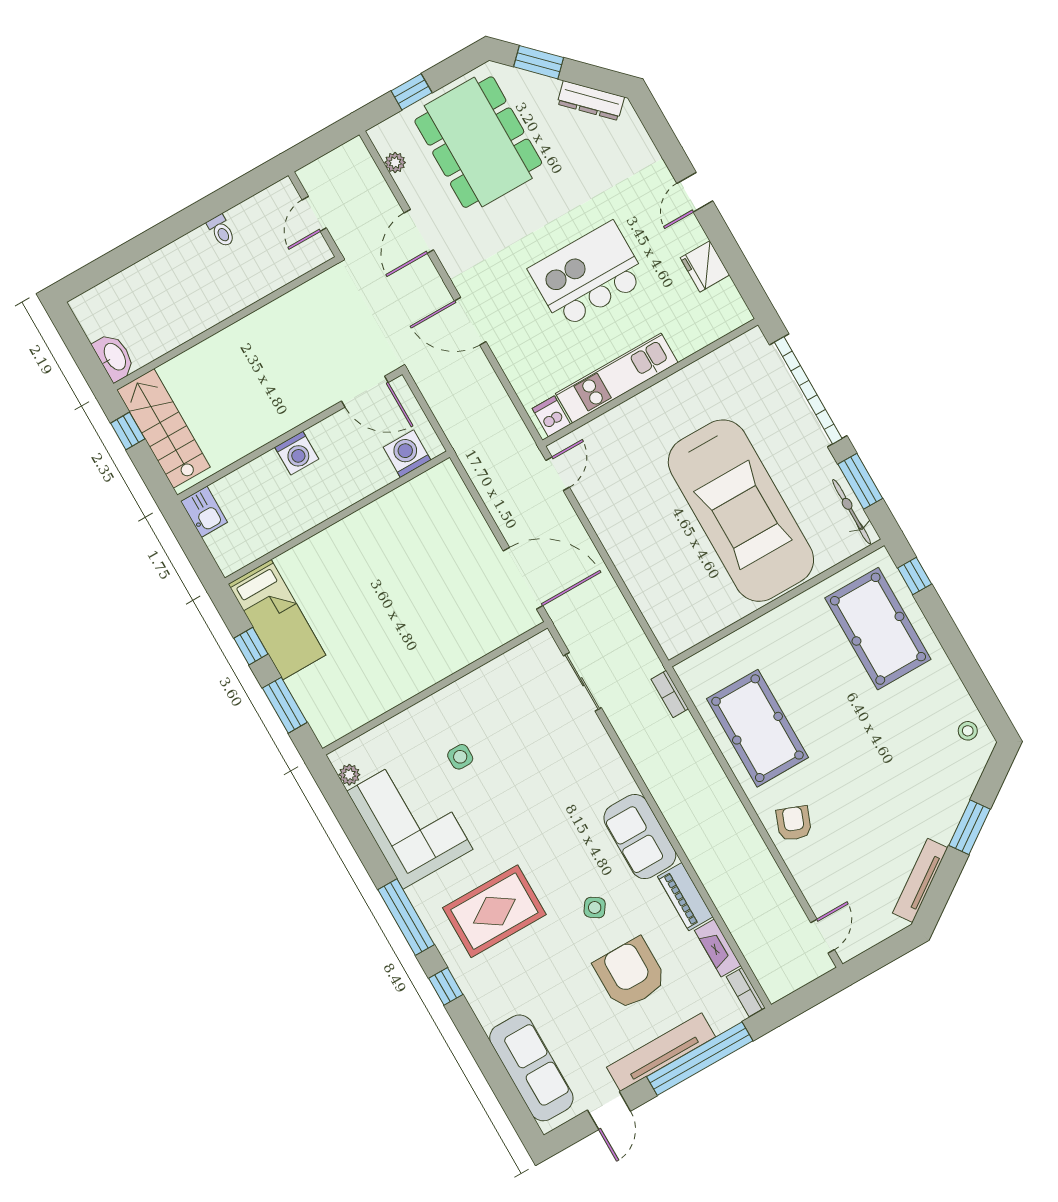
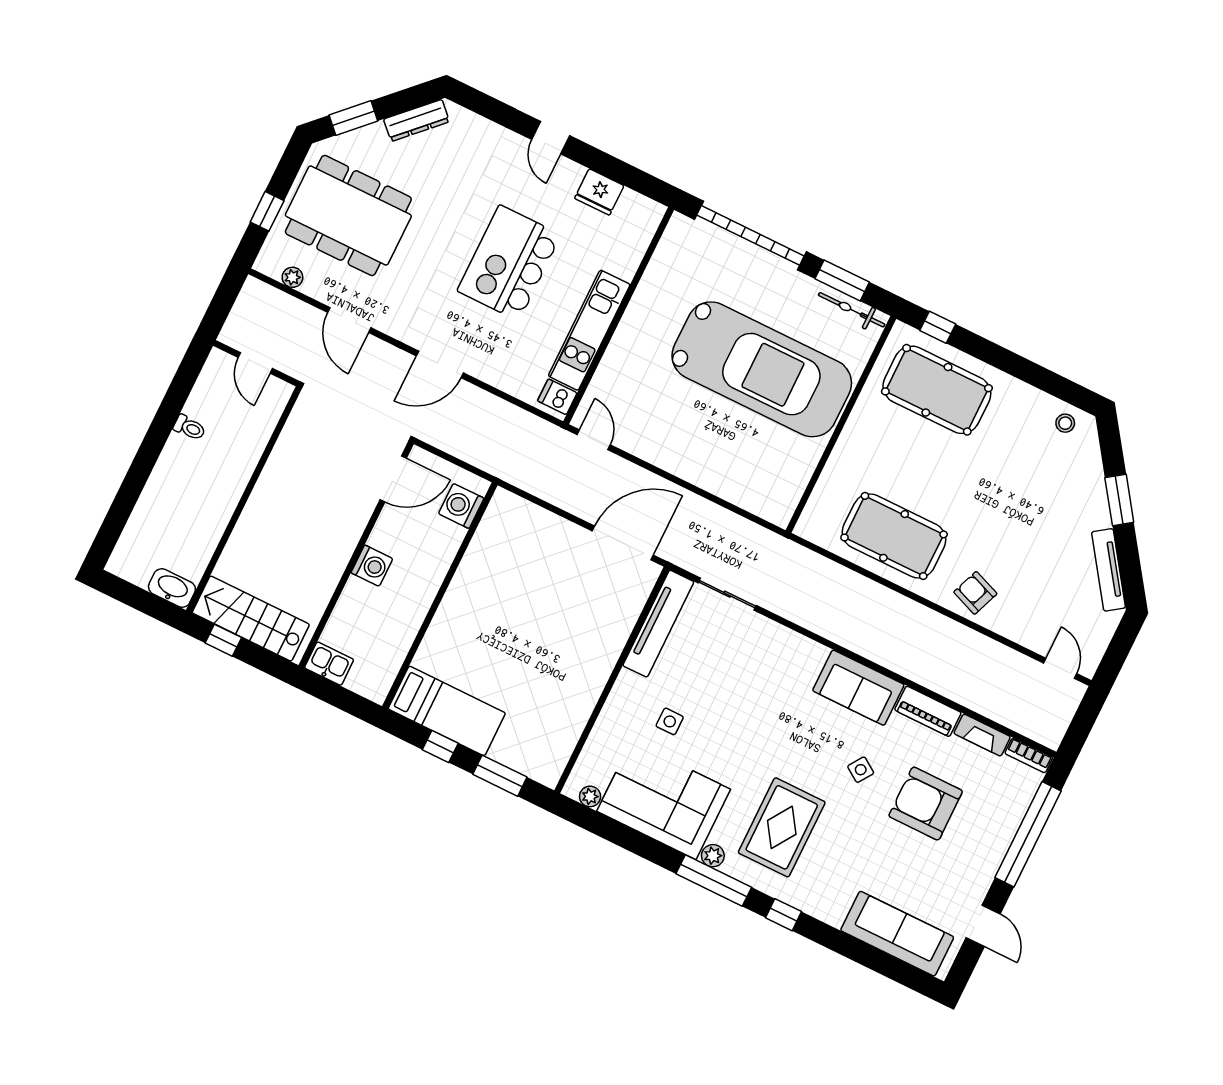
bookcase: (670, 694) -> (804, 556), removed
plant: (420, 896) -> (713, 856), added
tv unit: (661, 1052) -> (658, 624), moved, turned 180

